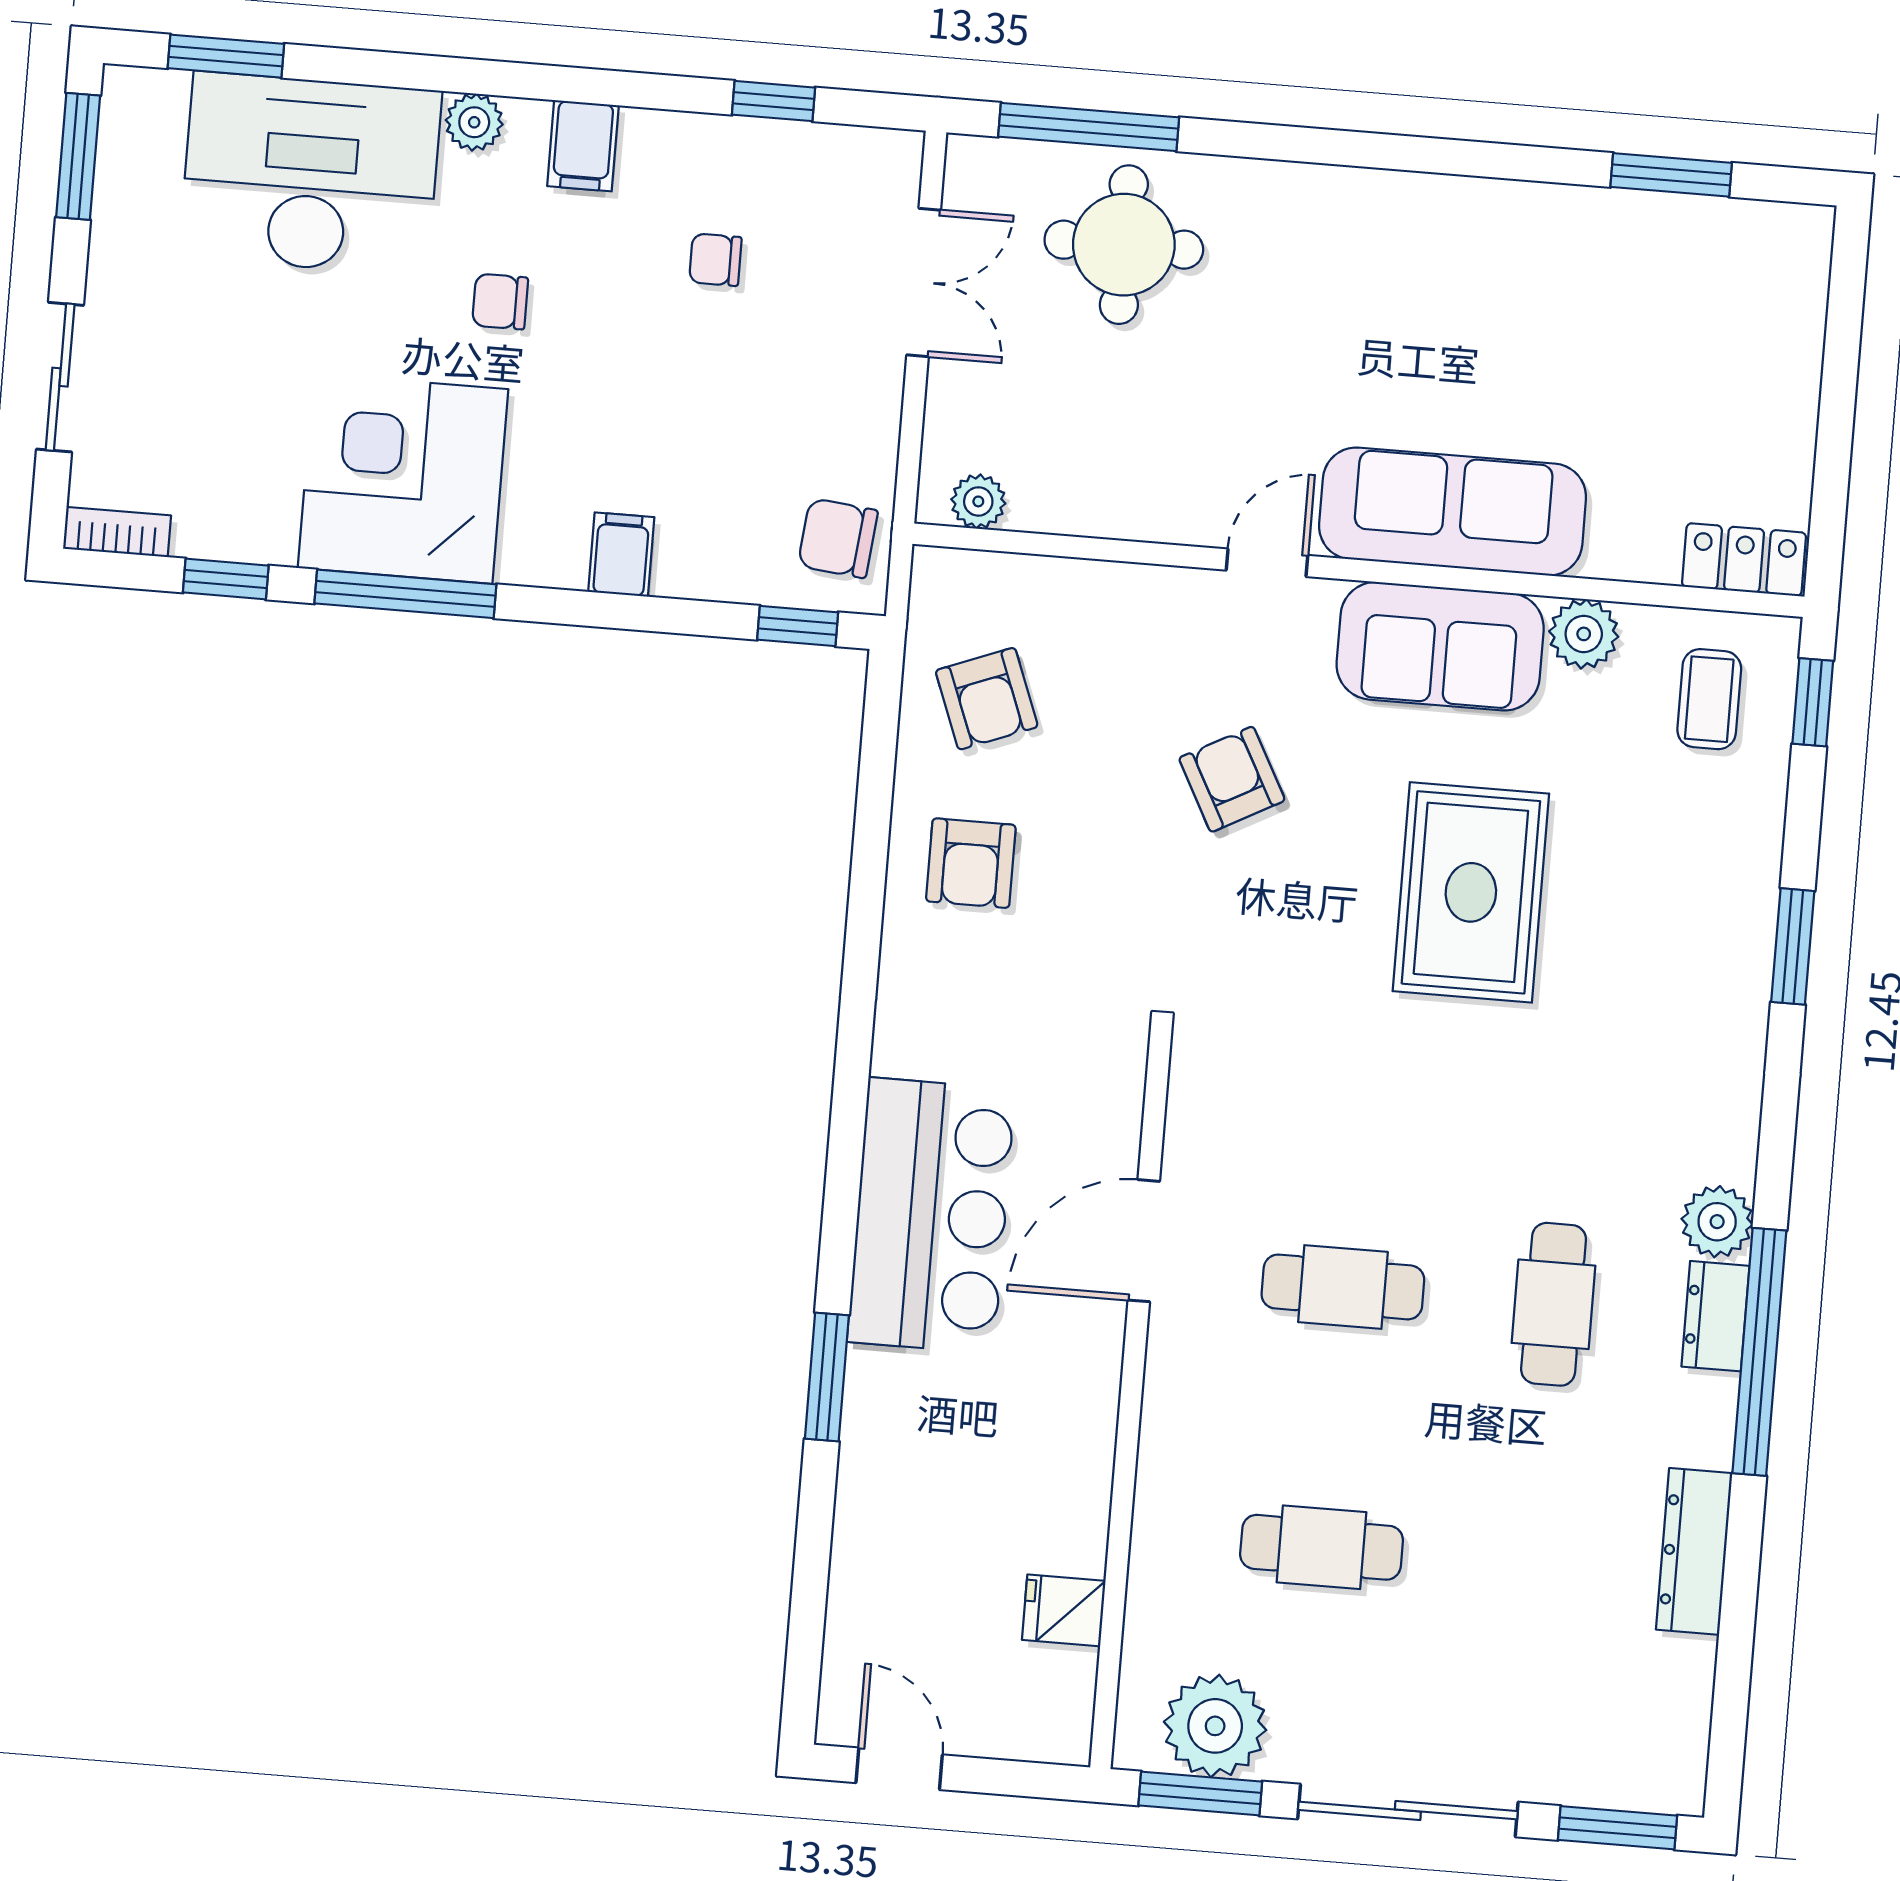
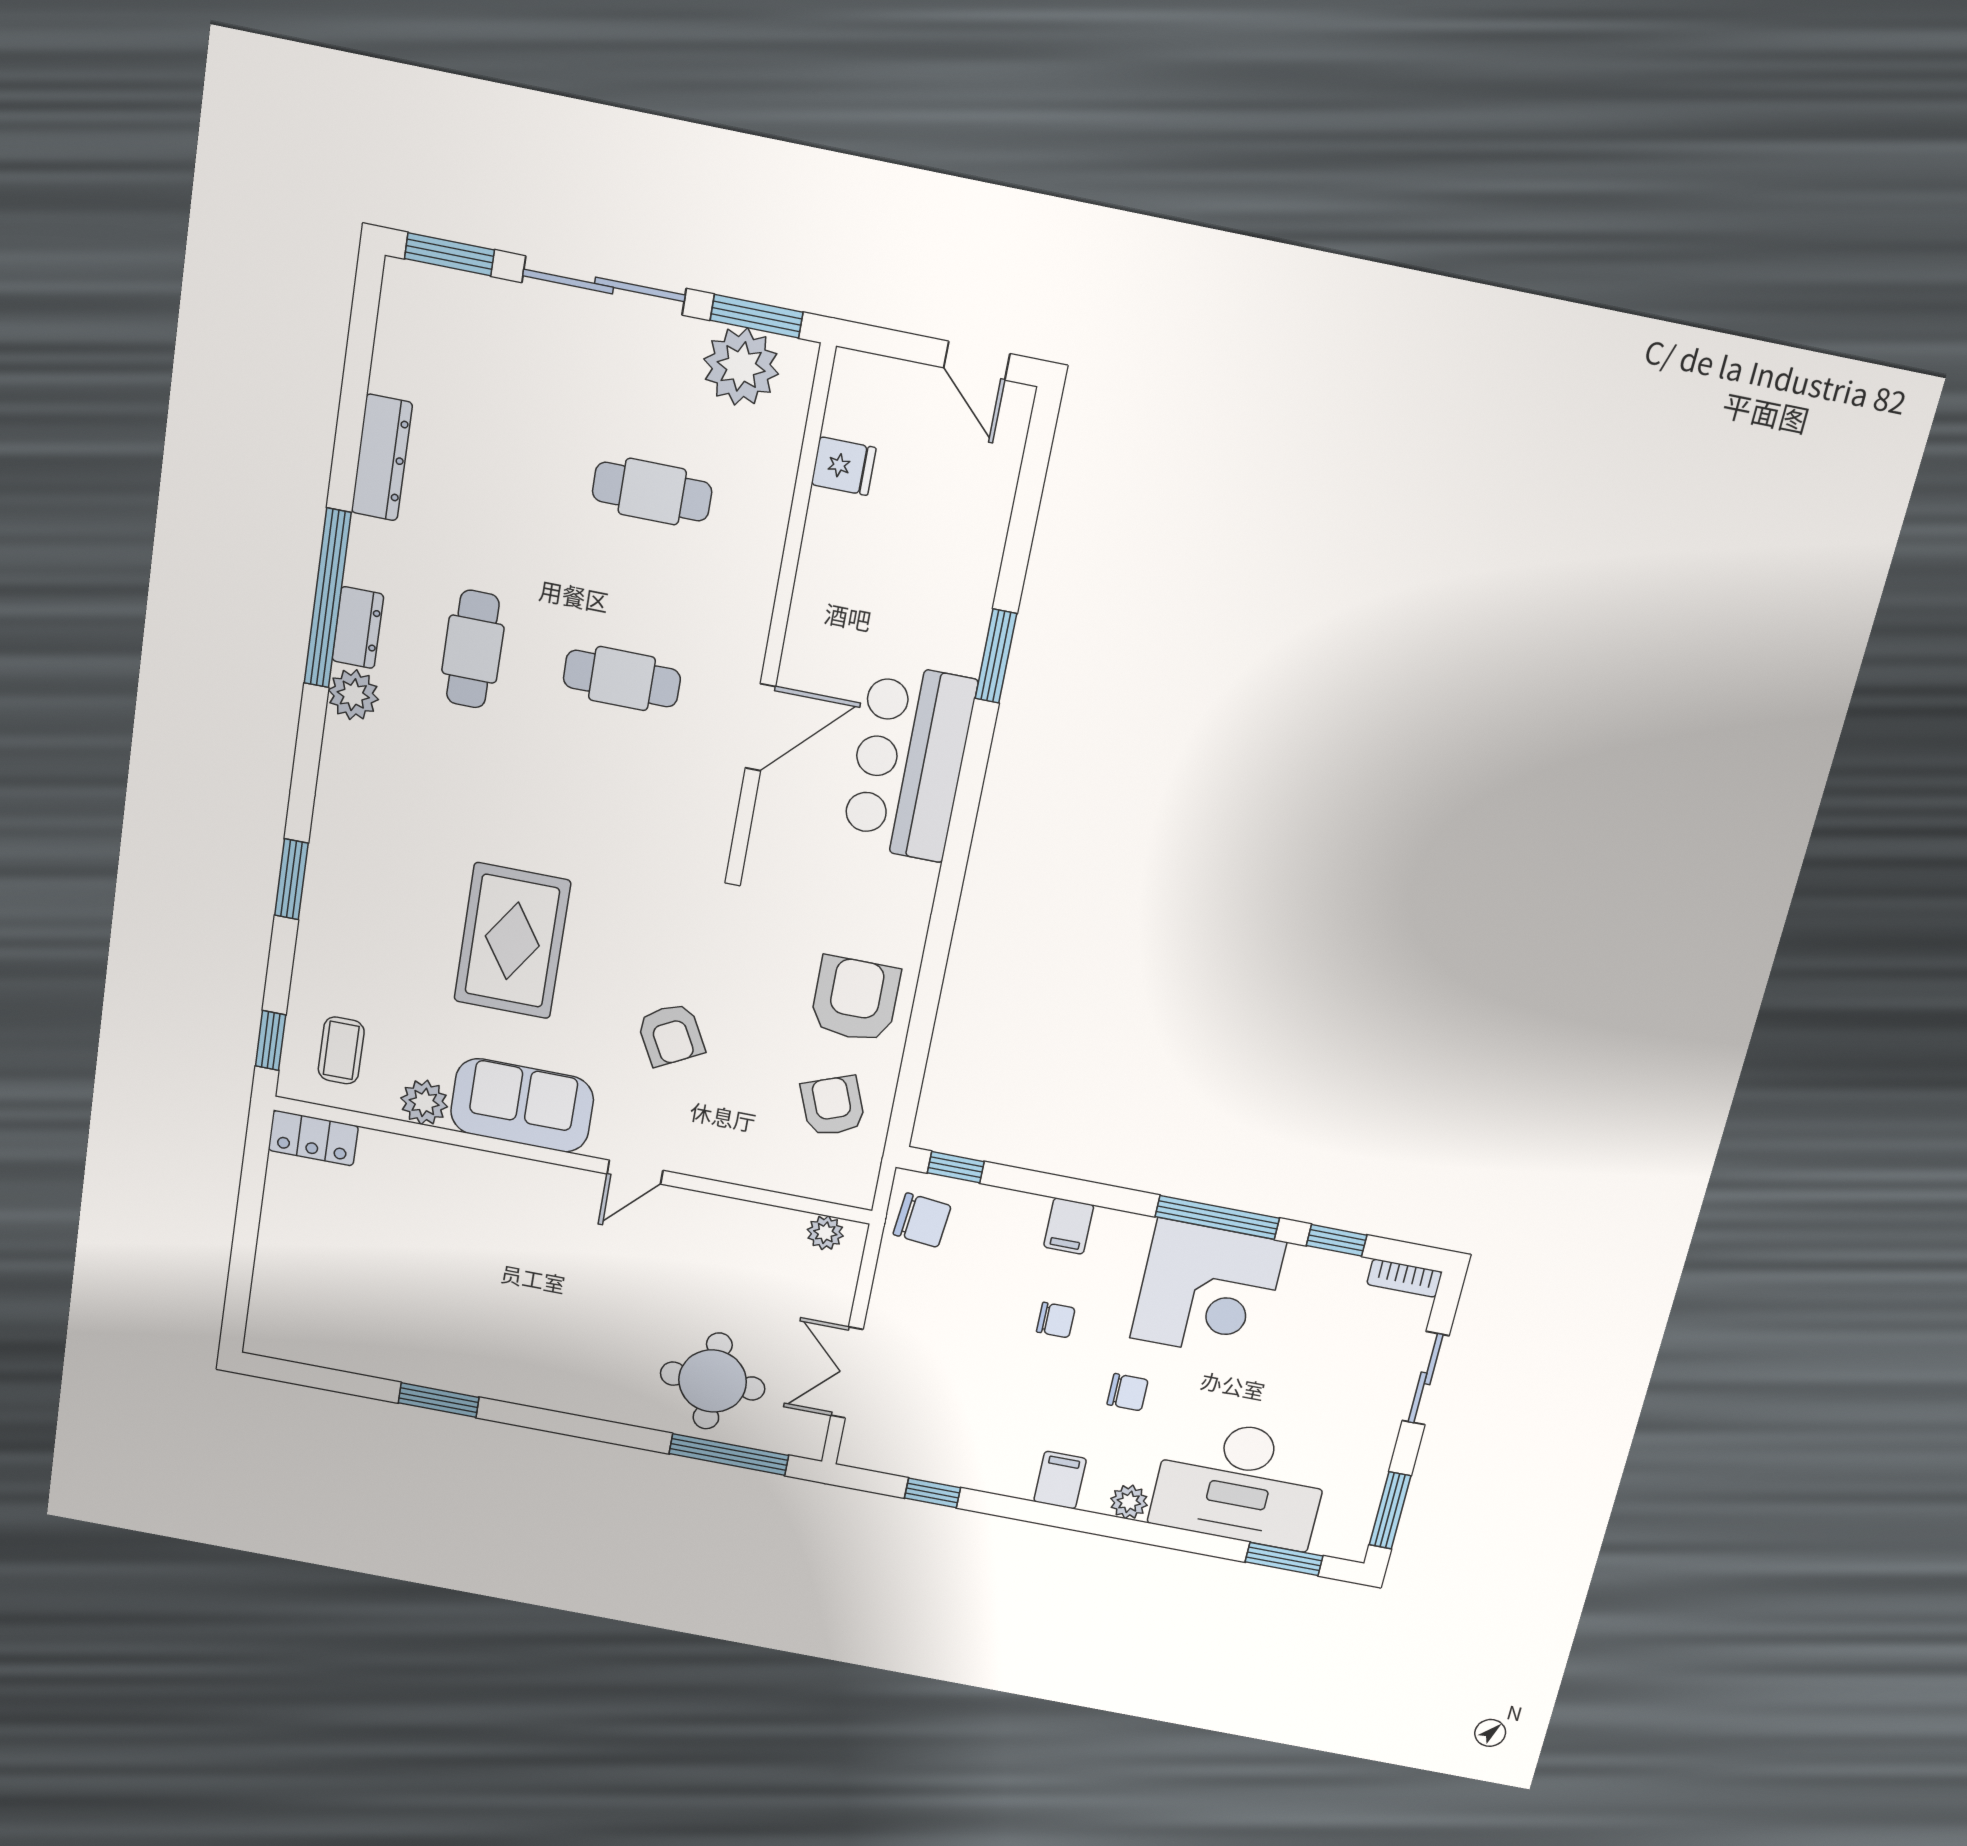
window: (1671, 175) -> (439, 1400), moved
chair: (715, 260) -> (1056, 1320), moved
sofa: (1453, 512) -> (508, 1191), removed
armchair: (971, 863) -> (855, 999), width x1.38, depth x1.38

